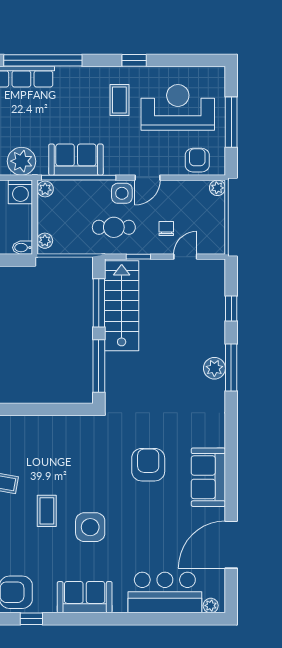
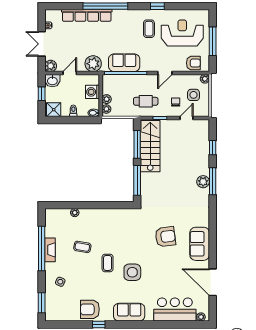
armchair: (197, 160) -> (193, 63), turned 90
plant: (45, 189) -> (107, 99), moved
washing machine: (20, 192) -> (93, 92), moved, turned 90
side table: (122, 193) -> (193, 95), moved
armchair: (148, 465) -> (165, 237), turned 83
door: (231, 545) -> (213, 282), hinge flipped

